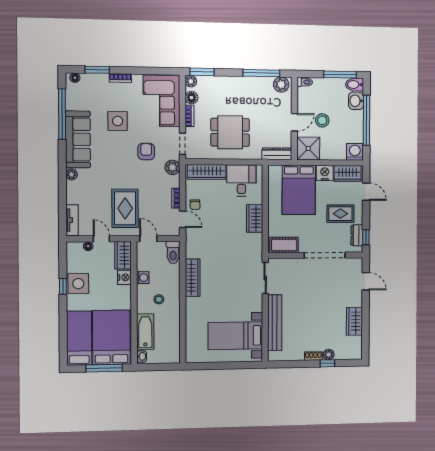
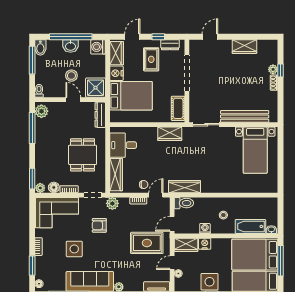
washbasin: (356, 101) -> (71, 46), moved
wardrobe: (255, 218) -> (170, 134), moved
window: (366, 237) -> (158, 37), moved
wardrobe: (193, 278) -> (184, 187), moved

